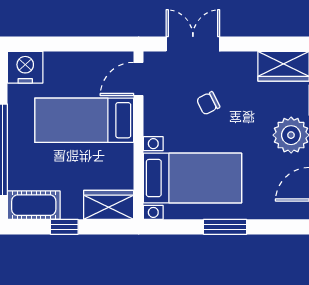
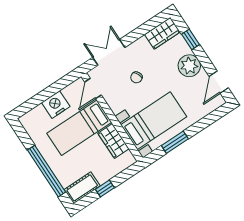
nightstand: (25, 67) -> (56, 105), moved
wardrobe: (109, 205) -> (113, 141), moved, turned -90
window: (225, 227) -> (175, 142), moved

